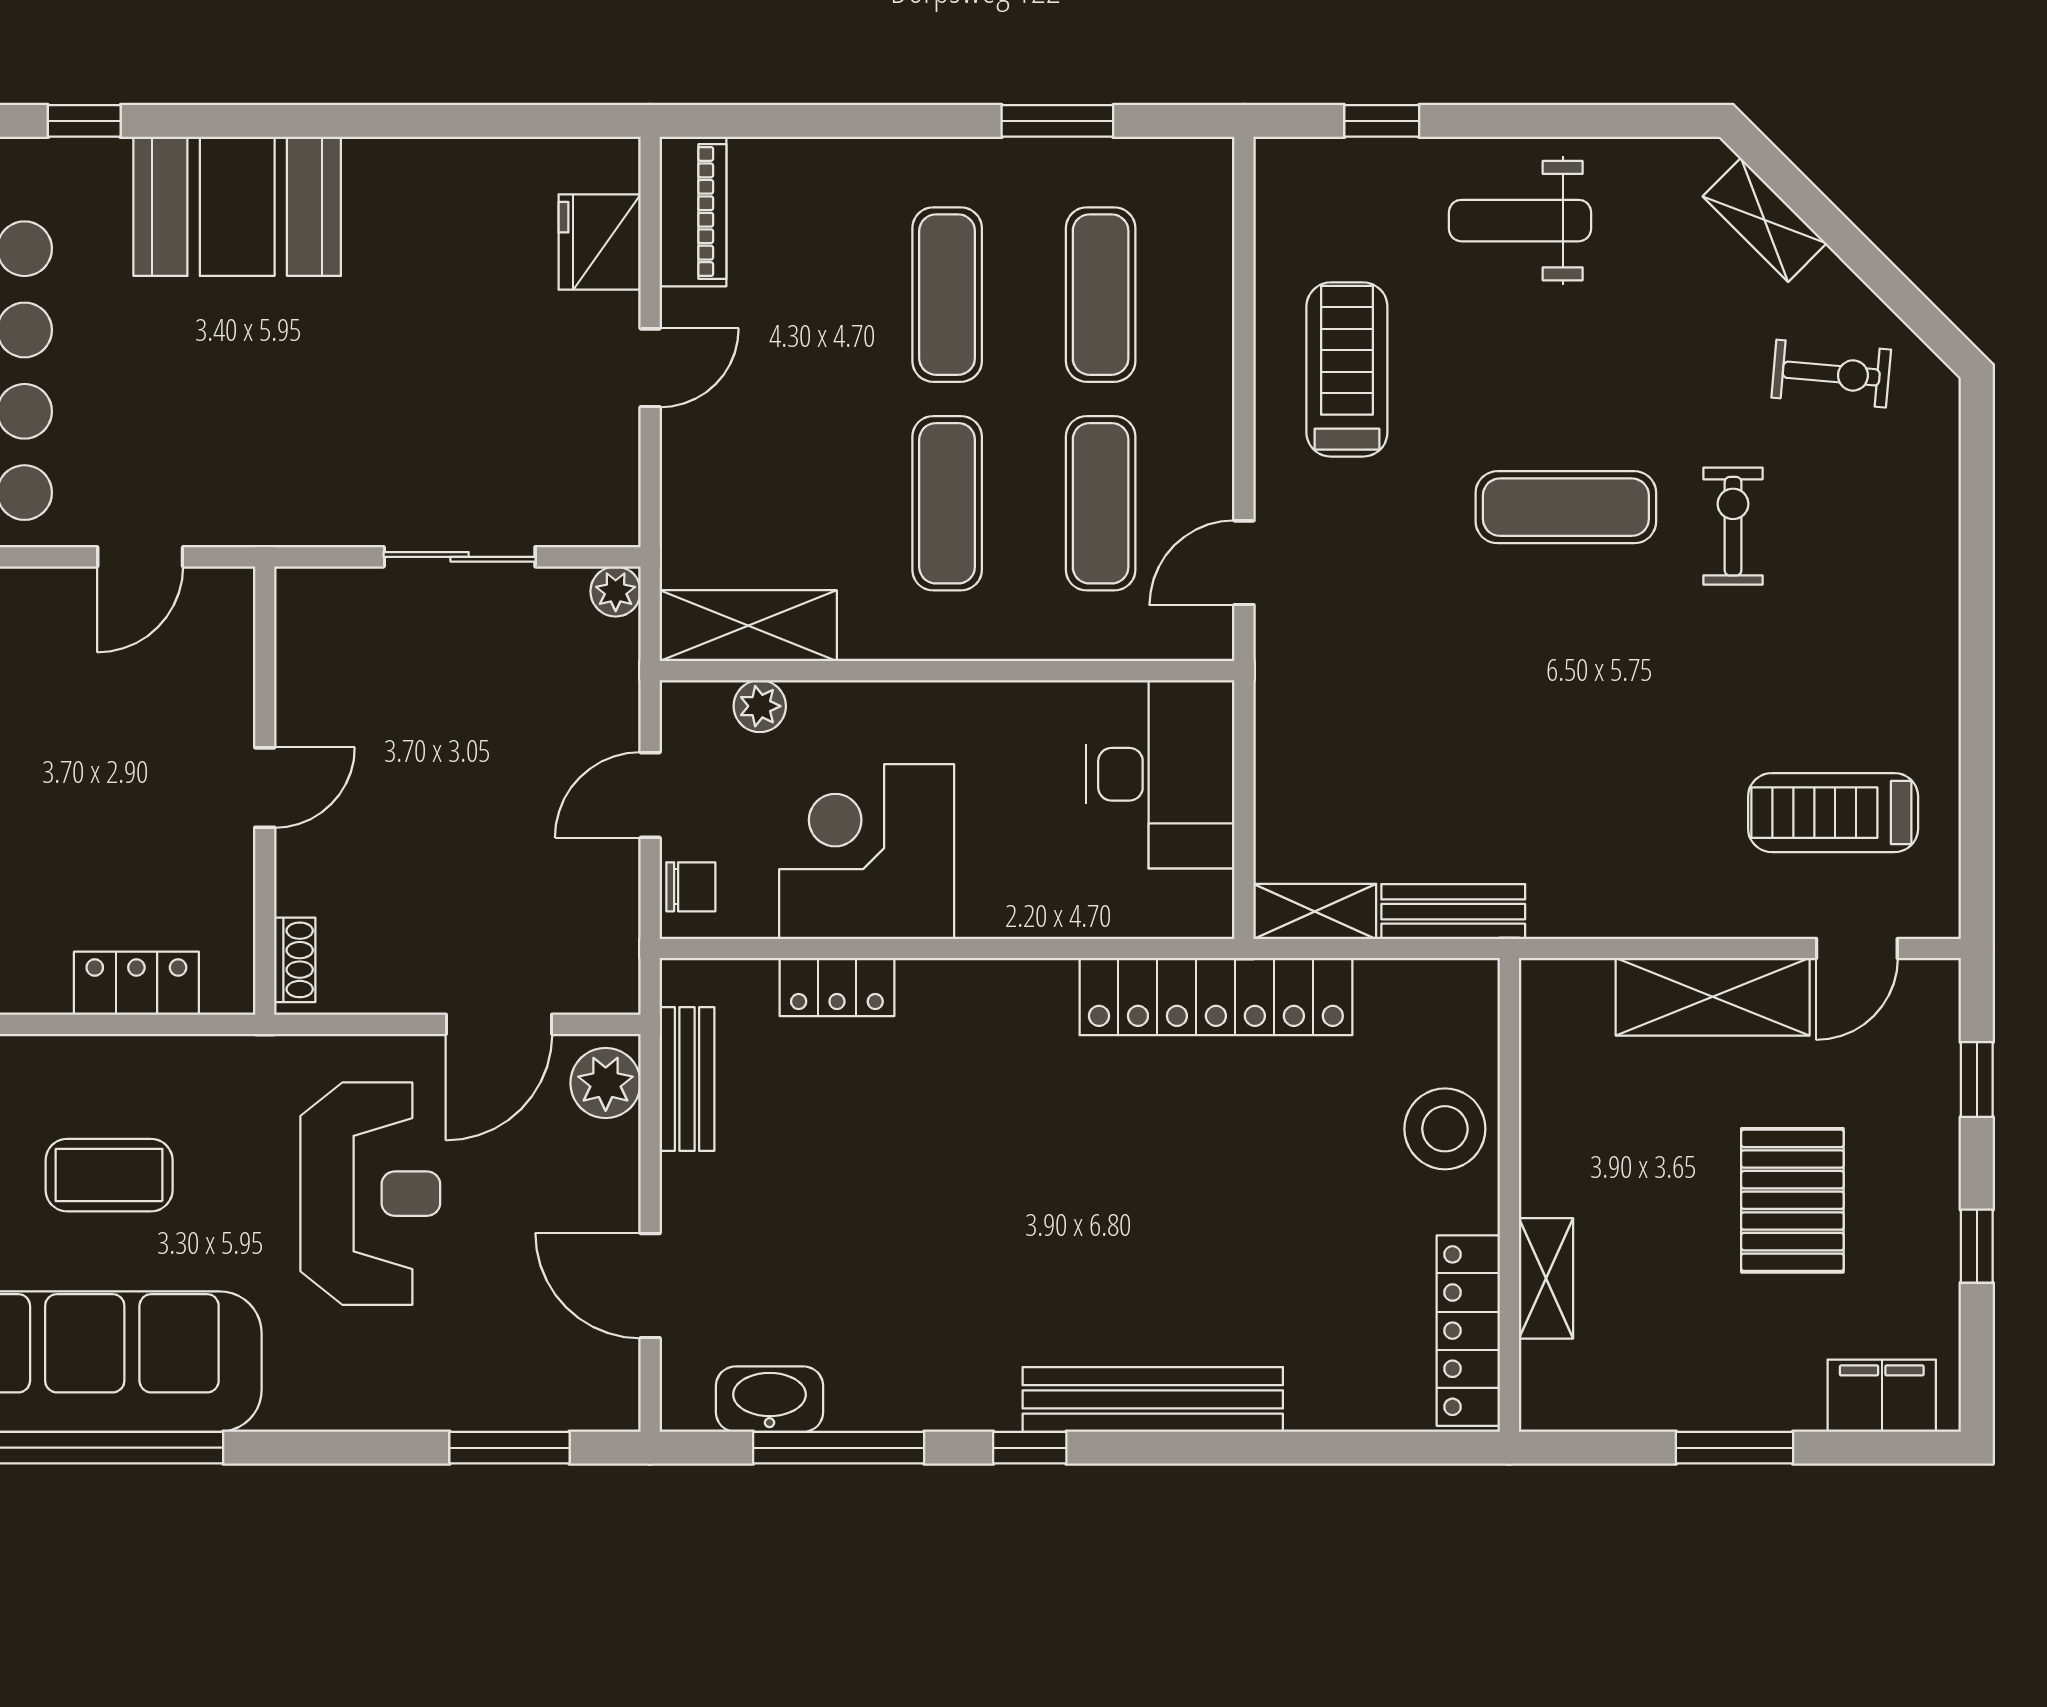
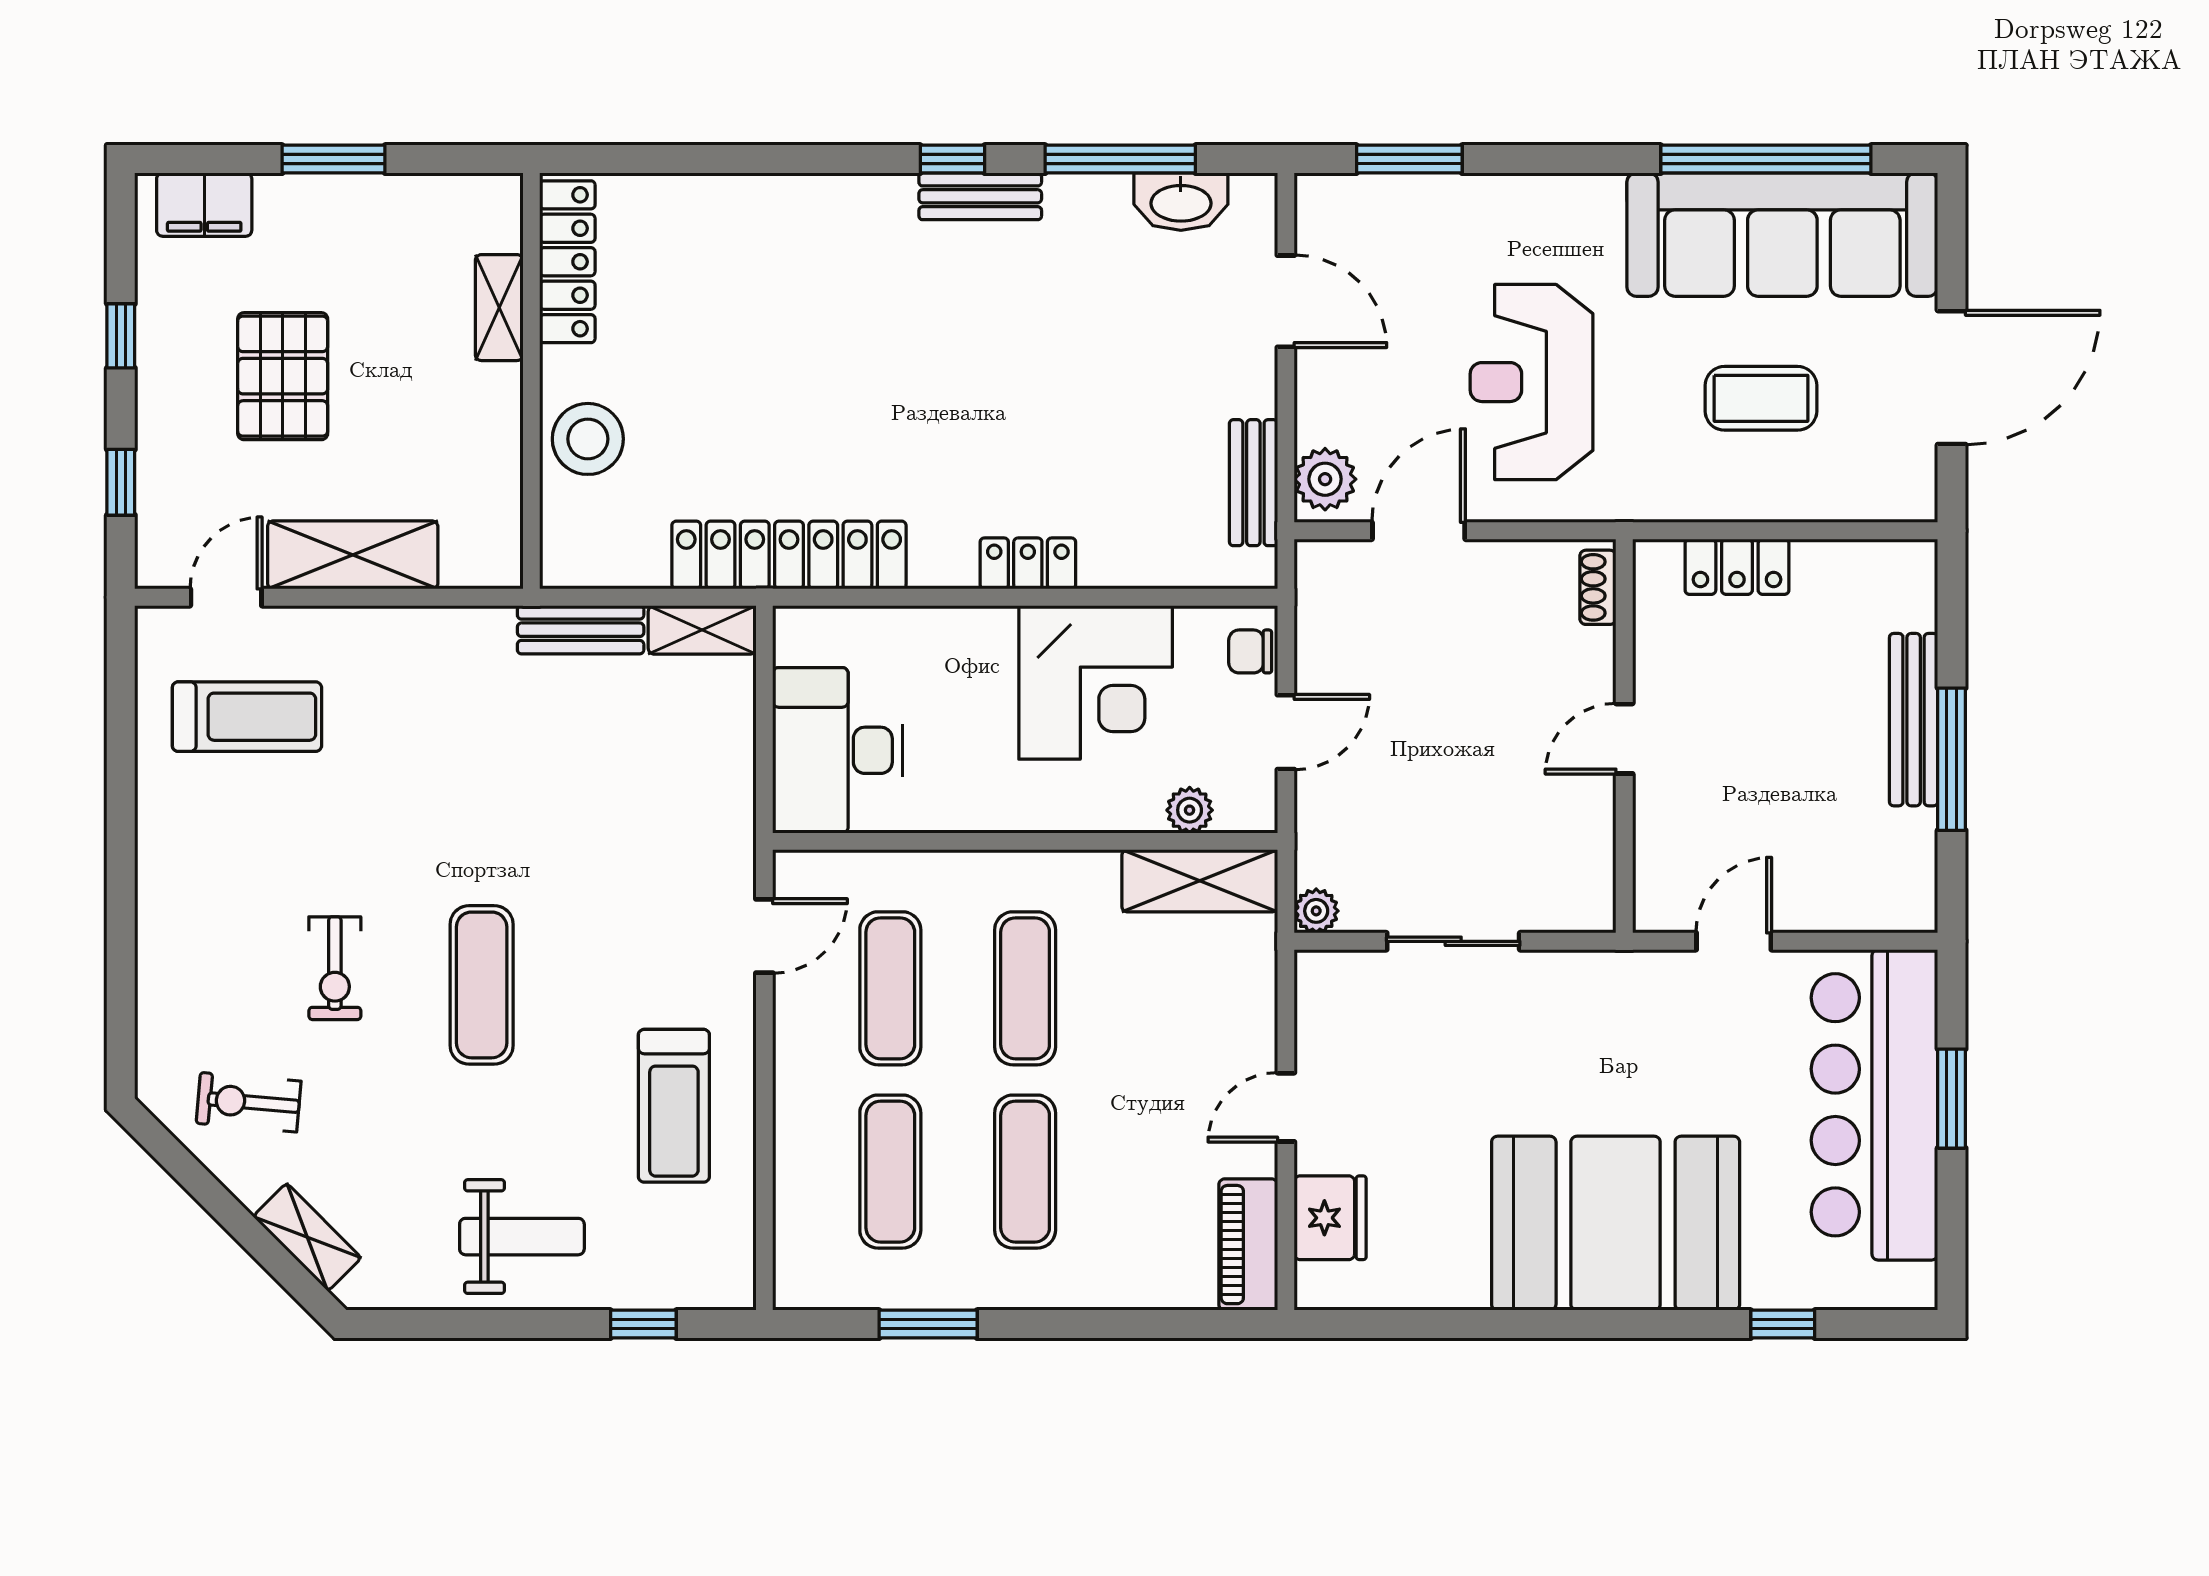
booth: (237, 206) -> (1616, 1223), width x1.36, depth x1.42
exercise mat: (1566, 507) -> (482, 985), turned 90
locker: (837, 987) -> (1028, 563), moved
bench: (1153, 1399) -> (980, 196), moved, width x0.54, depth x0.82

